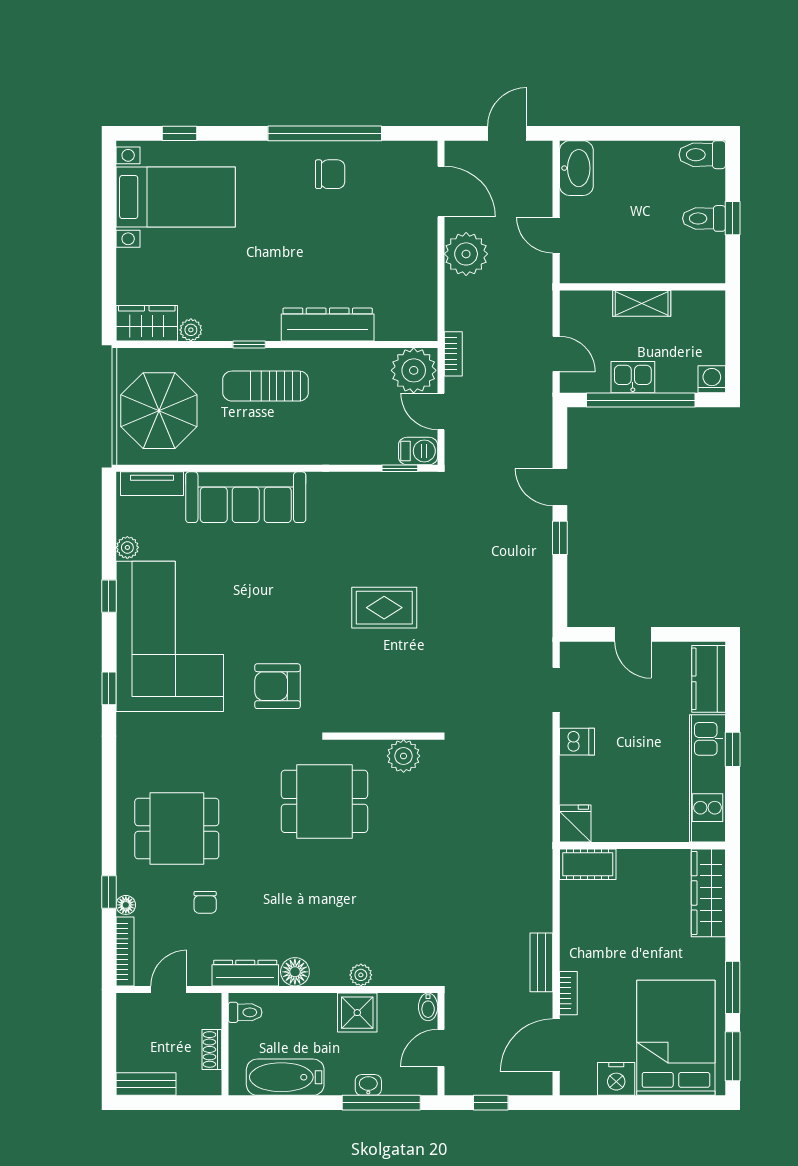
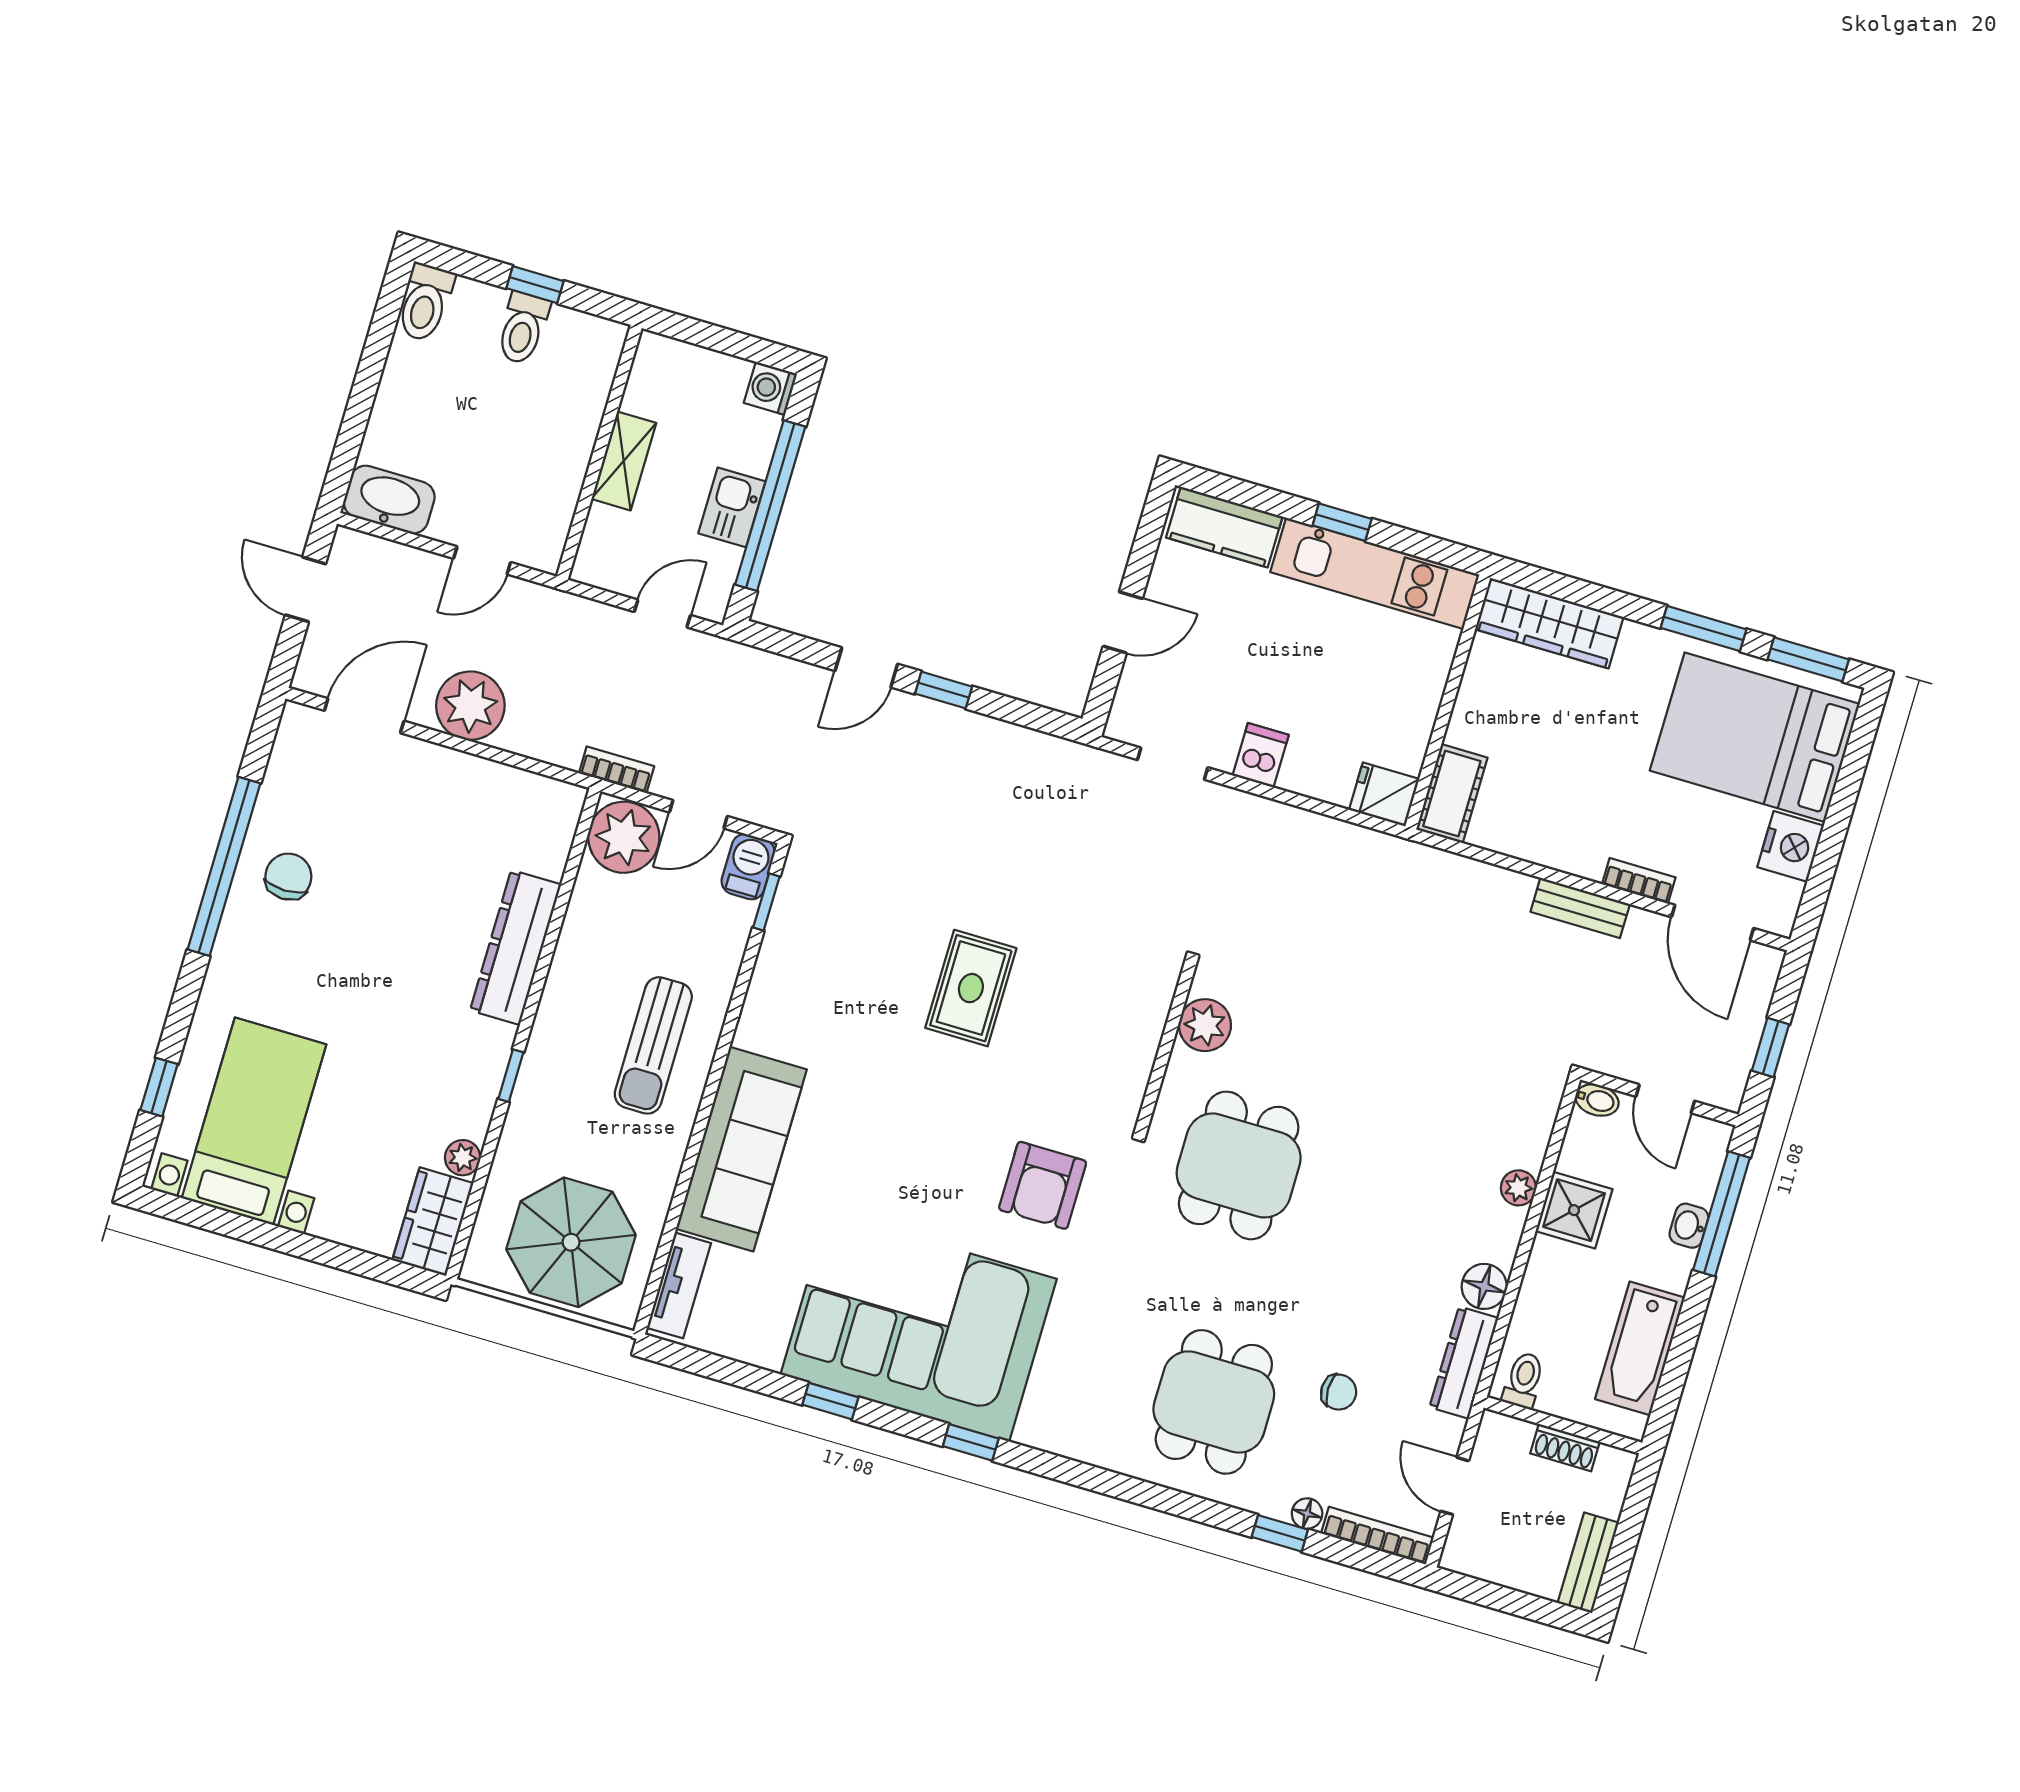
sun lounger: (266, 386) -> (653, 1045), moved
plant: (127, 547) -> (765, 1351), removed

